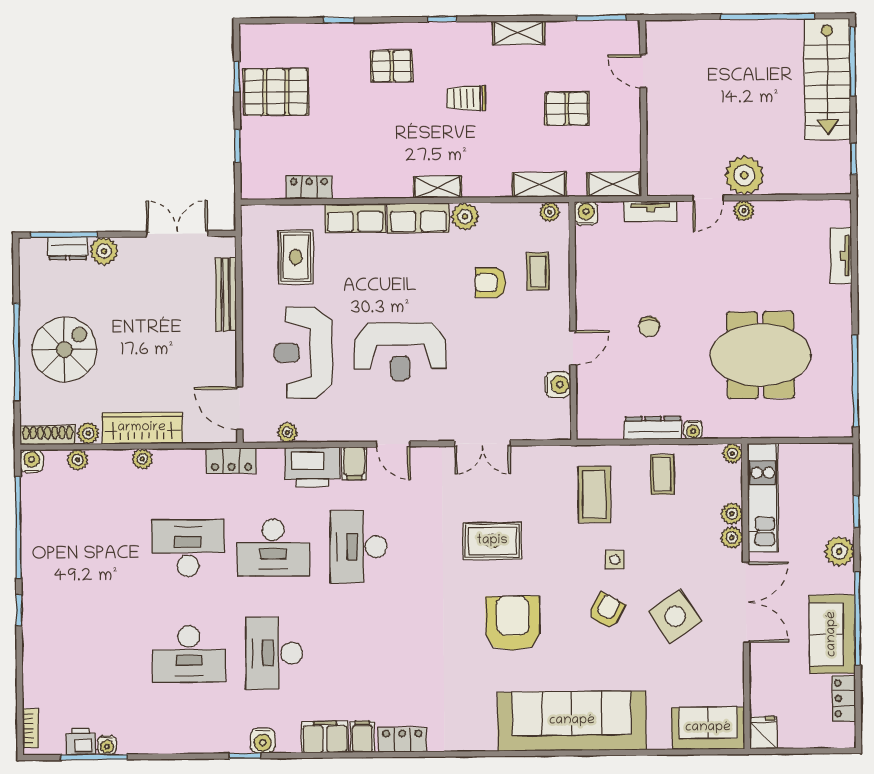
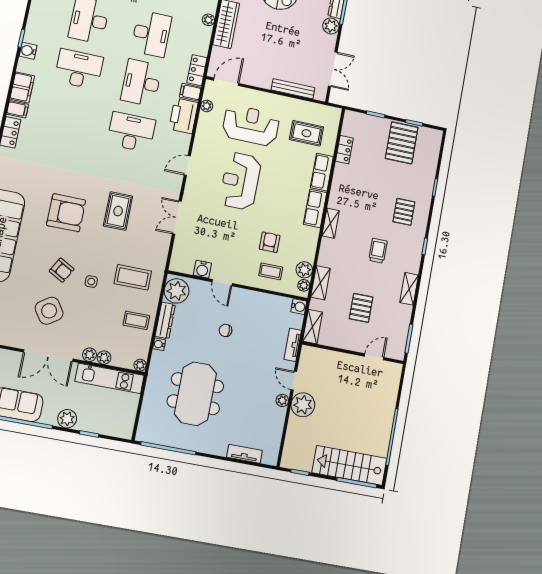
plant: (465, 217) -> (304, 270), moved
plant: (602, 419) -> (177, 291), added
filing cabinet: (354, 463) -> (190, 92), moved

